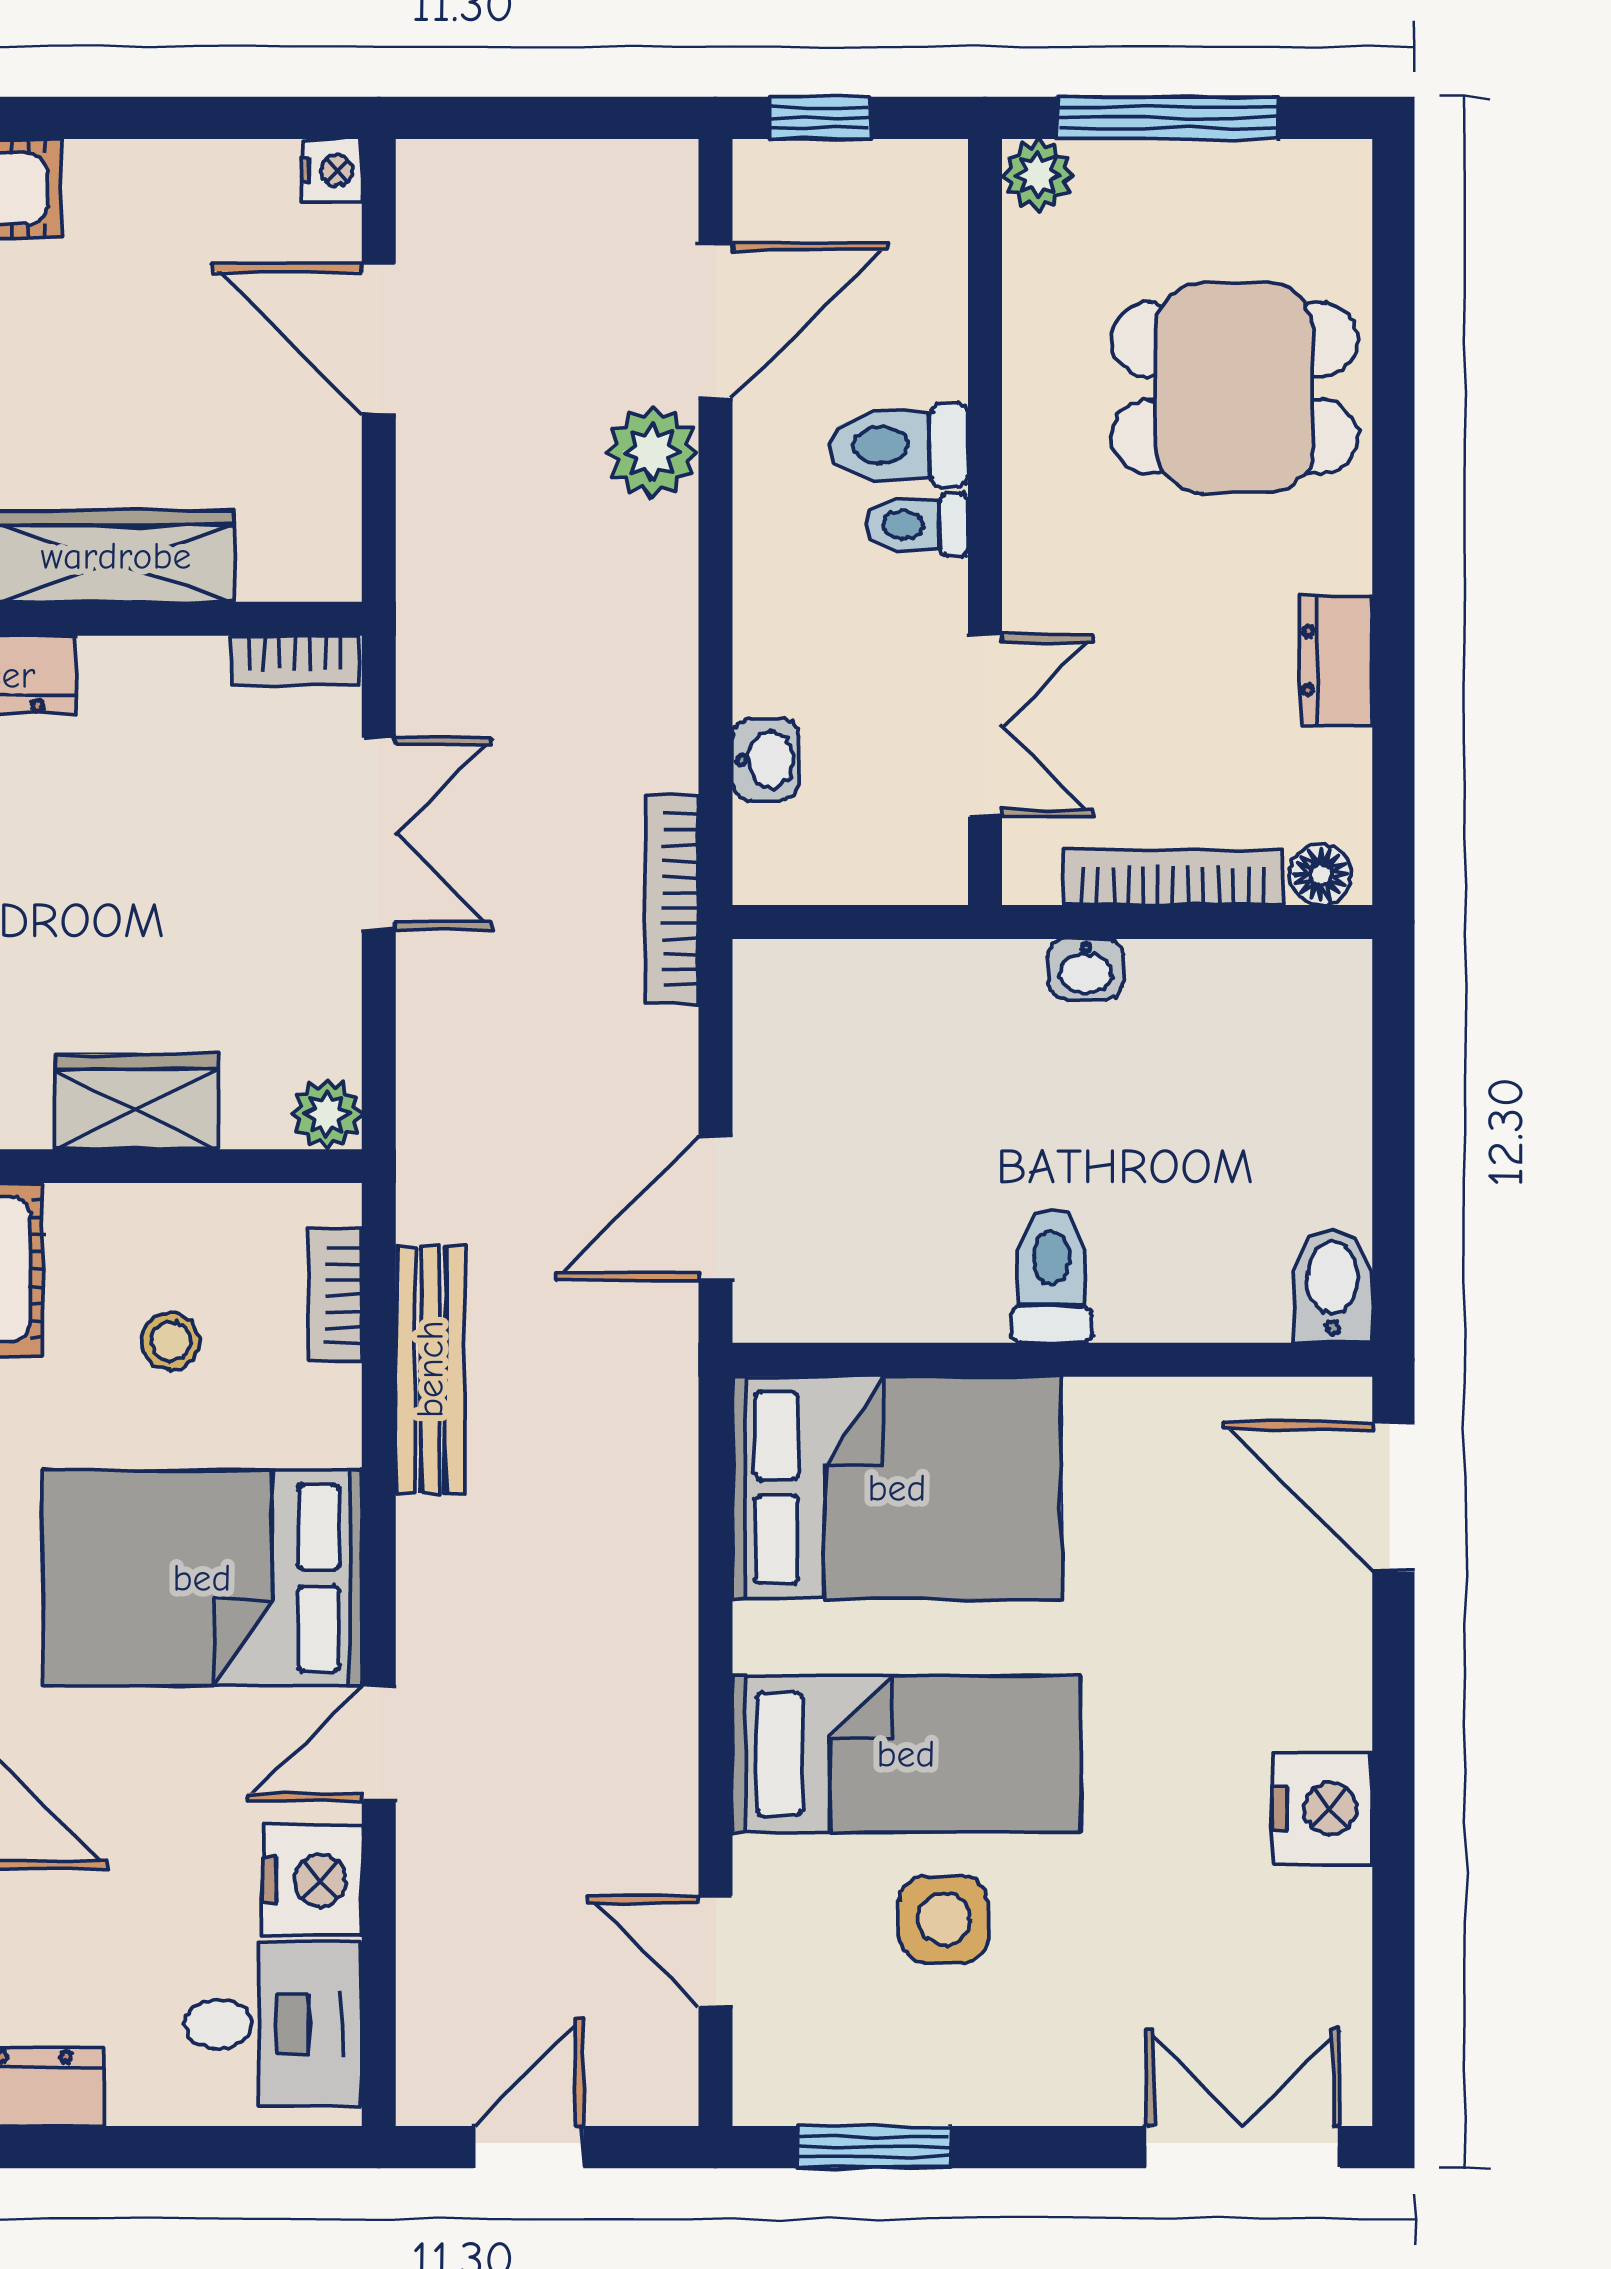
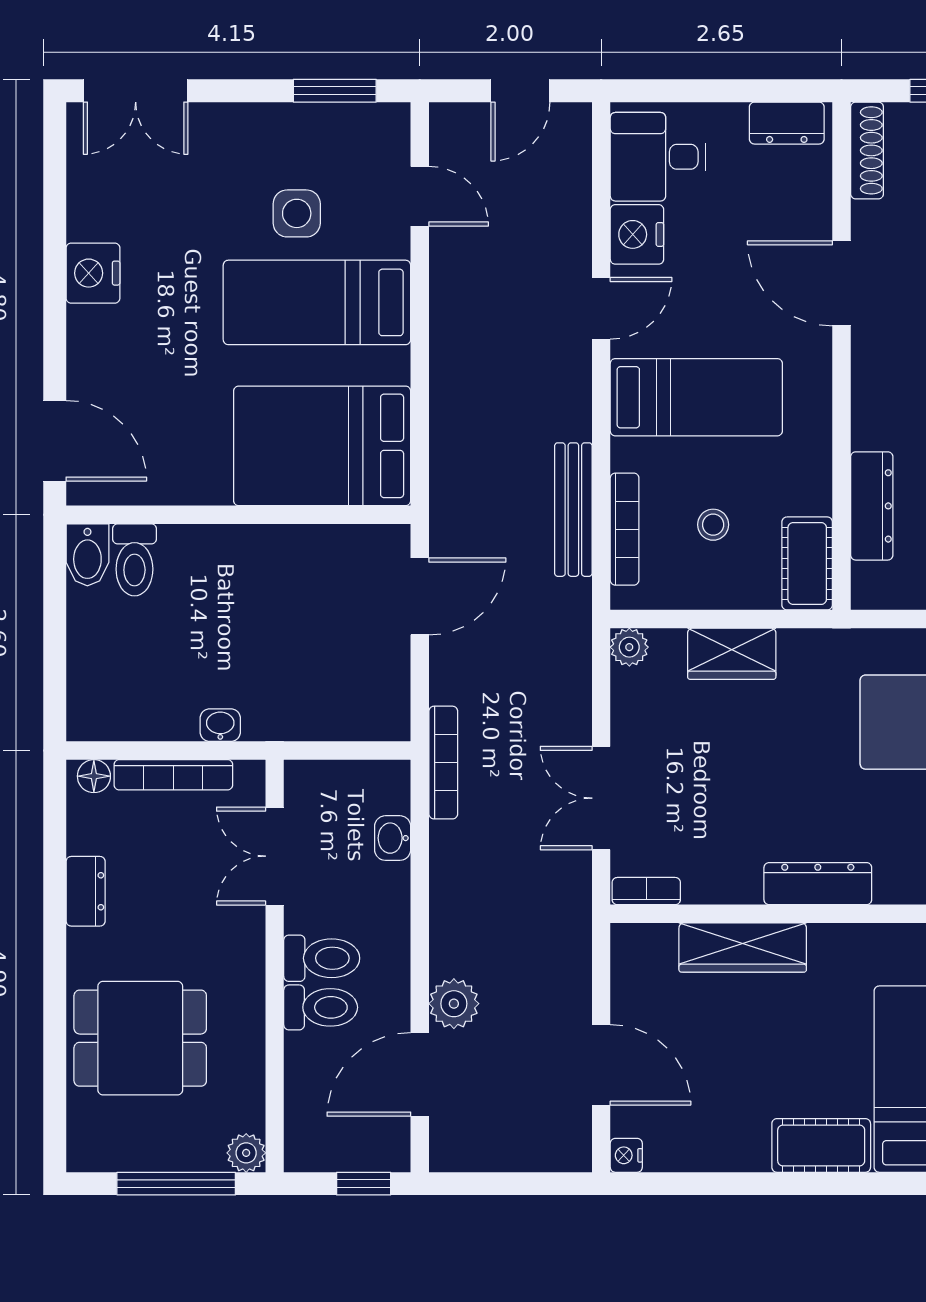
toilet: (917, 525) -> (322, 958), width x1.37, depth x1.39
toilet: (1051, 1276) -> (134, 560), moved
bookcase: (335, 1296) -> (625, 529), width x1.56
bed: (202, 1578) -> (696, 397), width x0.67

